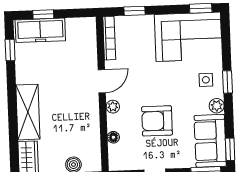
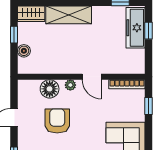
floor lamp: (113, 137) -> (50, 89), width x1.89, depth x1.89

